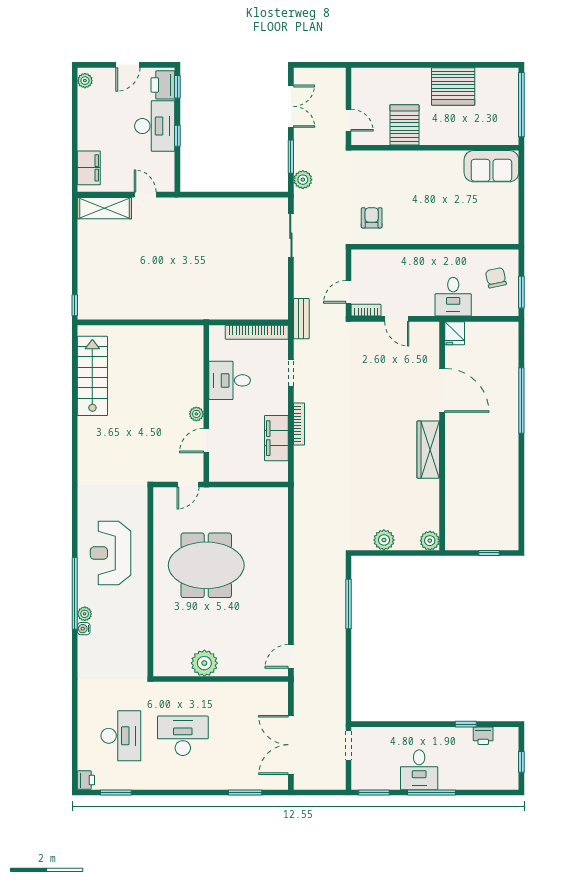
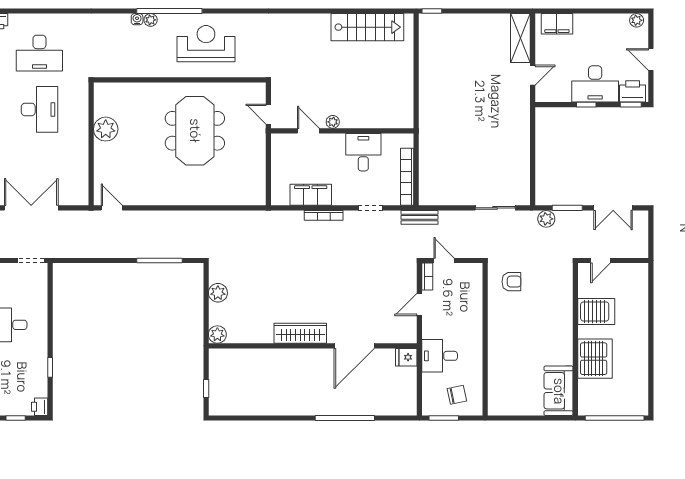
server rack: (453, 86) -> (595, 359), moved, turned 180
printer: (483, 736) -> (40, 407), moved

